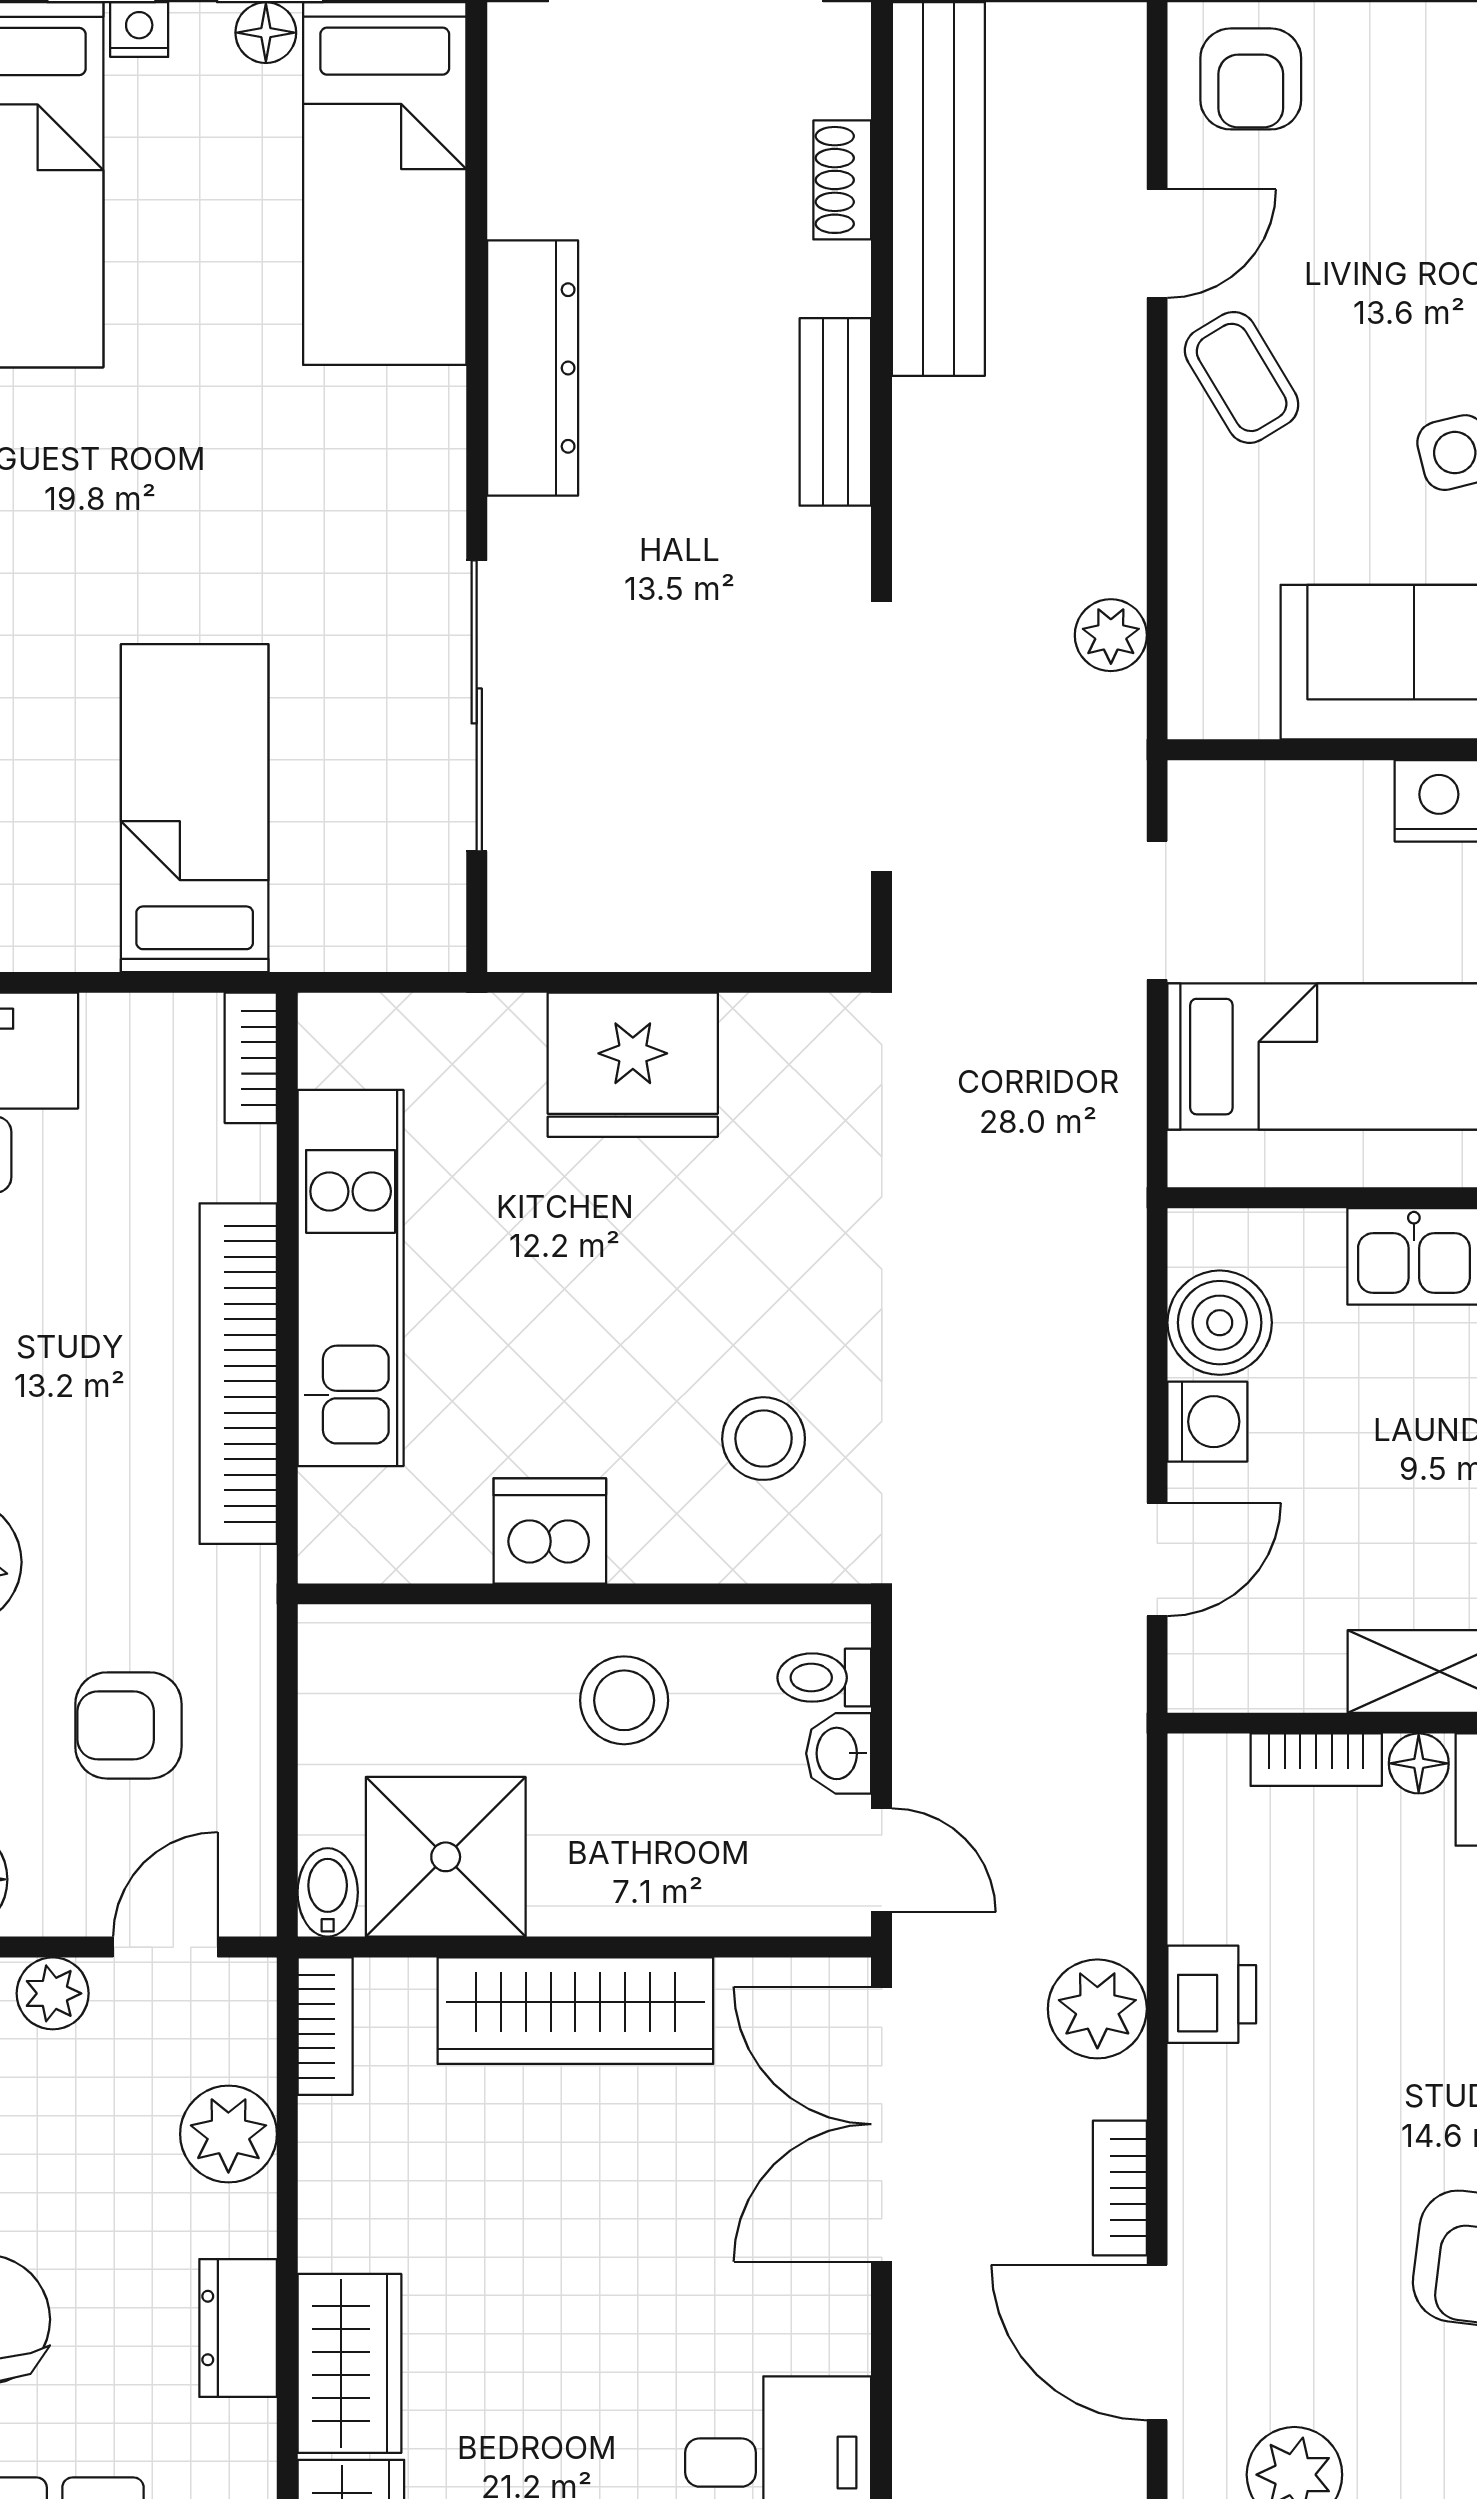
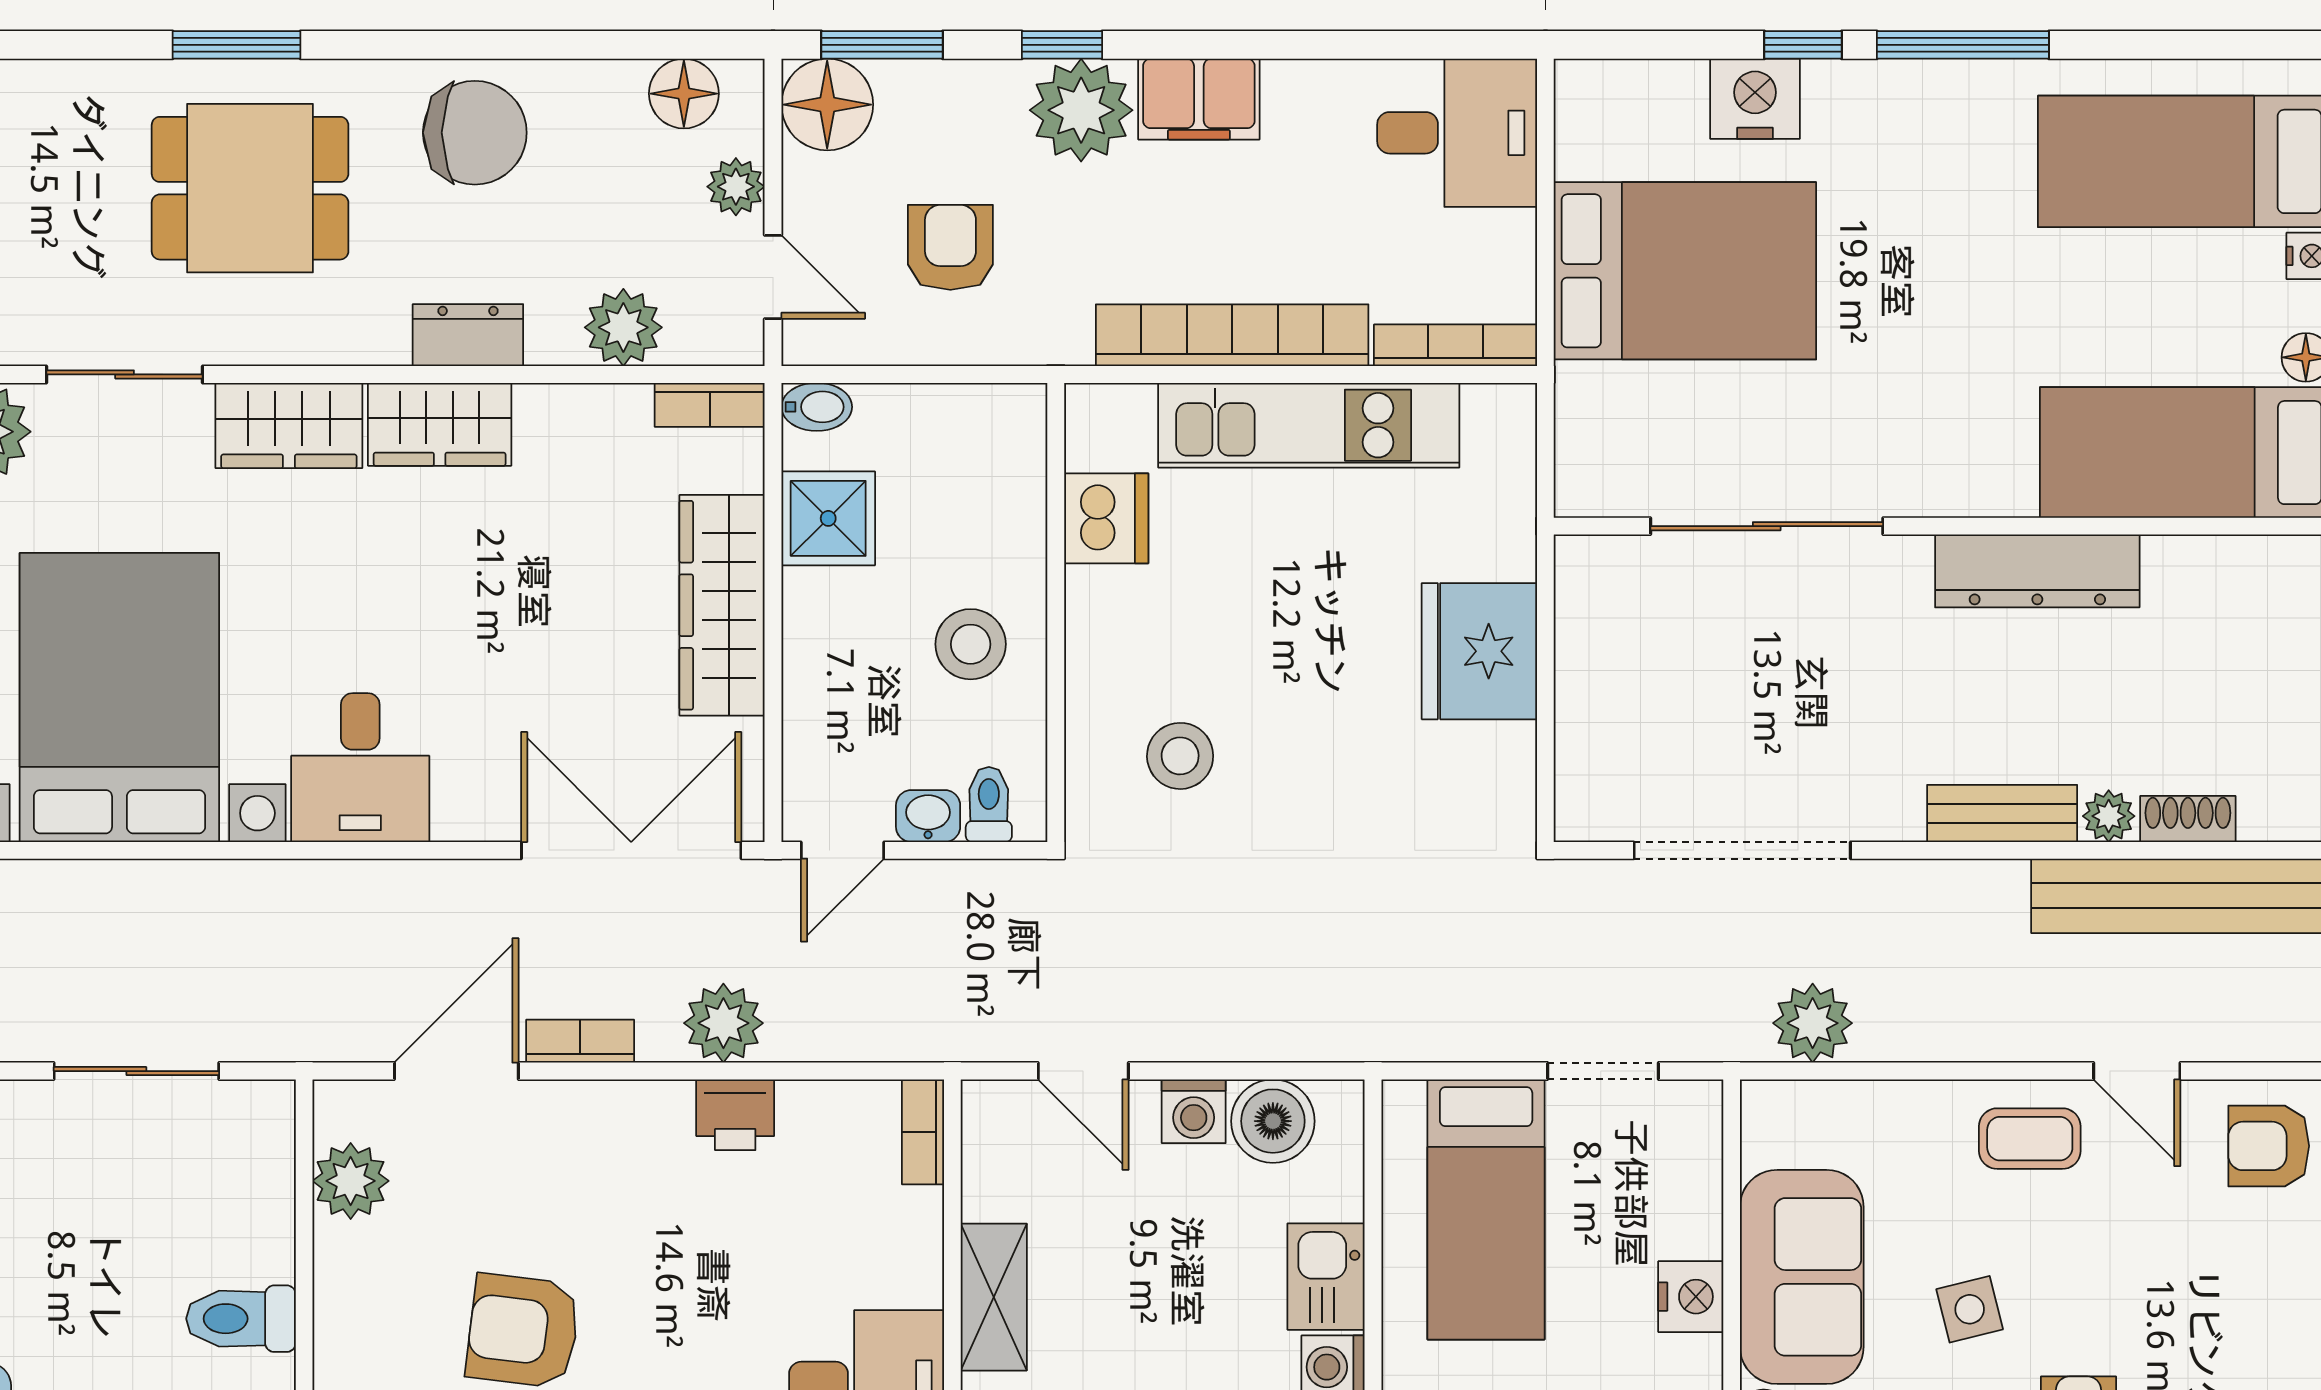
plant: (839, 279) -> (2109, 816), added
coffee table: (1242, 377) -> (2030, 1139), turned 31
plant: (1111, 635) -> (1813, 1023), width x1.38, depth x1.38
bed: (195, 808) -> (1685, 271), width x1.50
bookcase: (251, 1058) -> (1456, 345), width x1.56
dishwasher: (550, 1531) -> (1106, 518), moved
bookcase: (1316, 1760) -> (923, 1132), moved
floor lamp: (1419, 1763) -> (920, 1280), removed
shower: (446, 1857) -> (828, 518), width x0.73, depth x0.73

